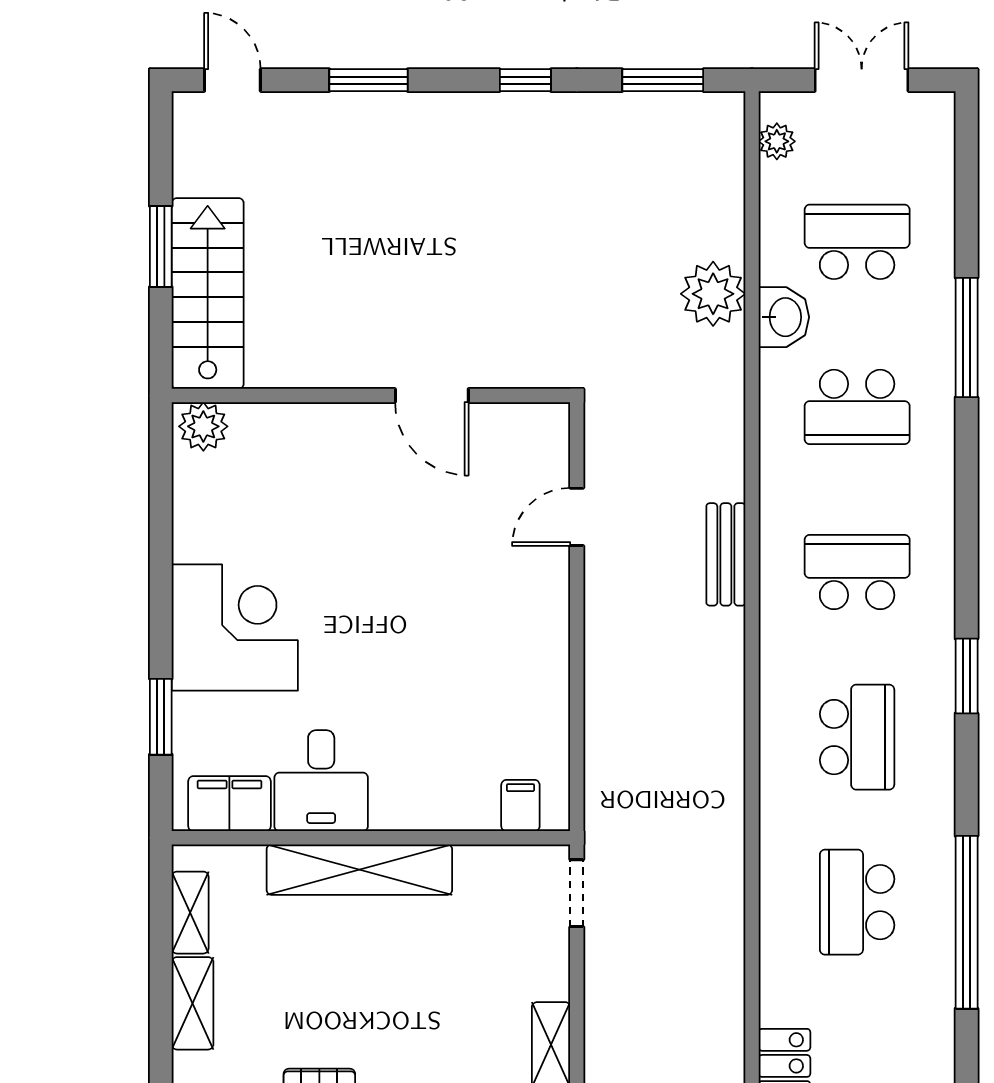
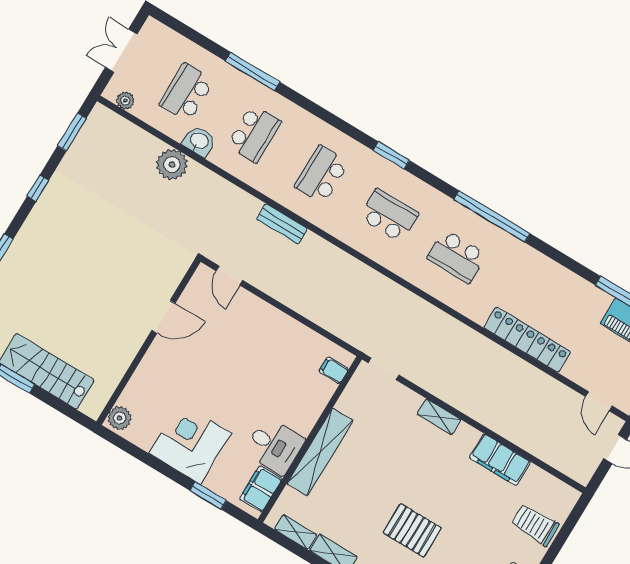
wall: (371, 395) -> (148, 342), moved
door: (432, 395) -> (164, 317), moved
plant: (203, 426) -> (120, 418), moved

